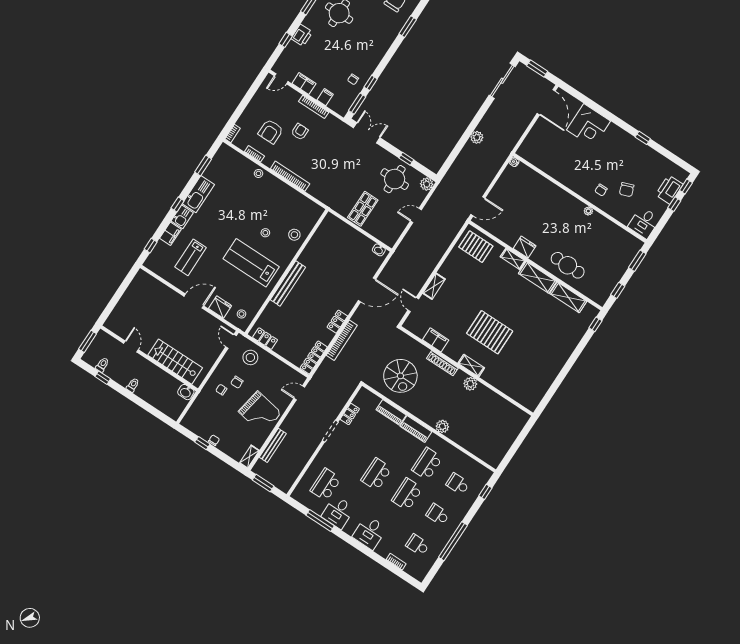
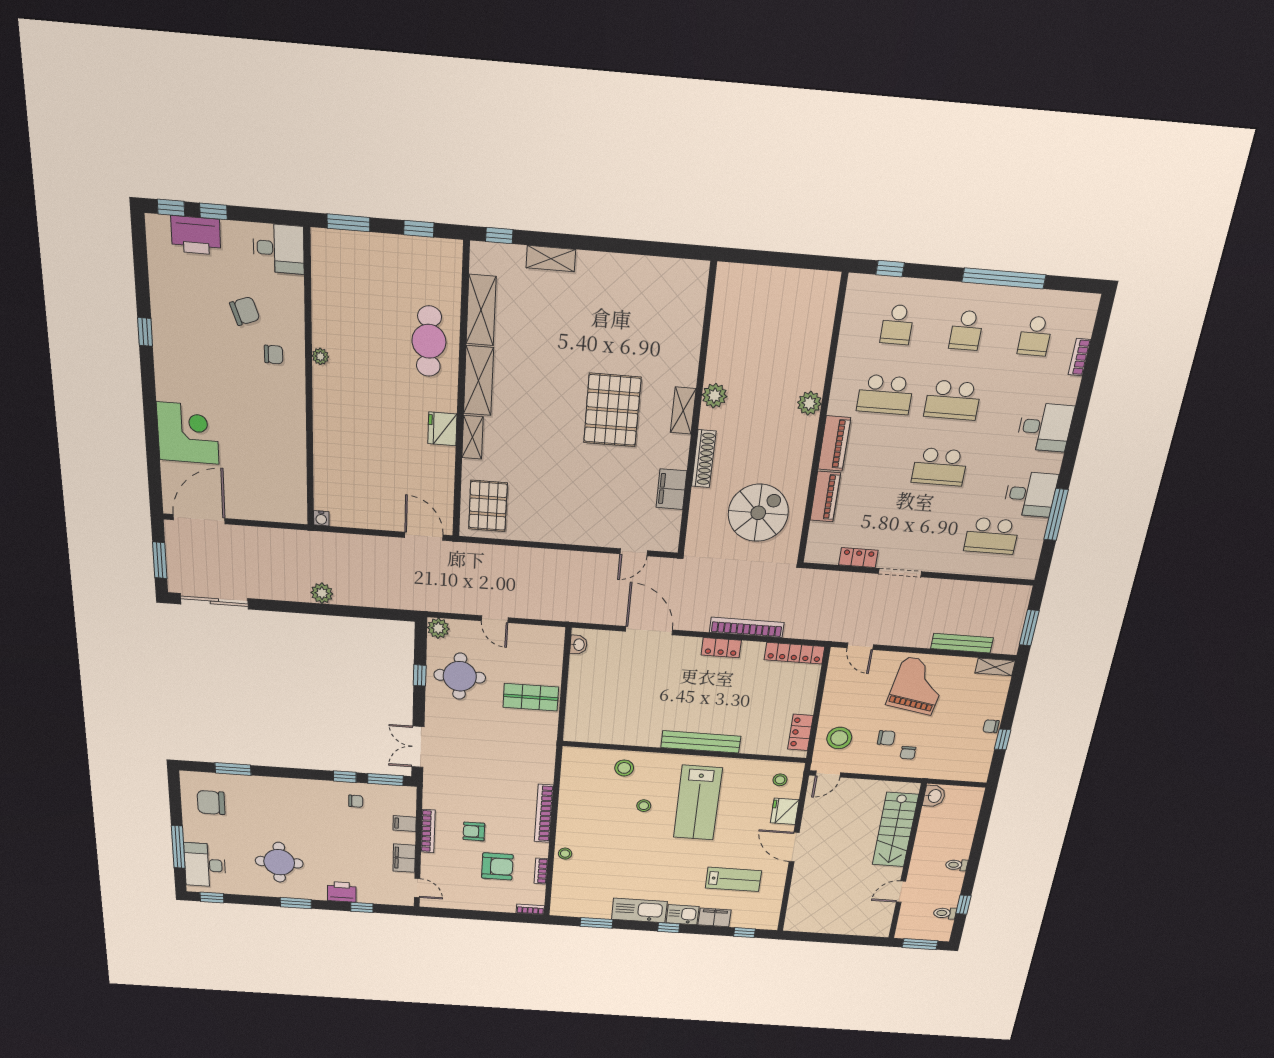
shelving: (434, 286) -> (551, 259), moved

